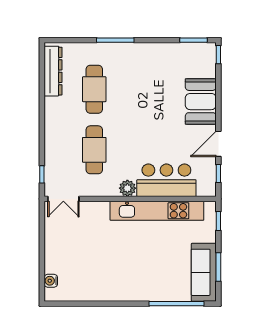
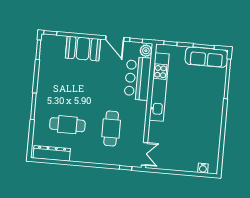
cafe table: (94, 150) -> (111, 129), turned 90
plant: (127, 188) -> (146, 51), moved

